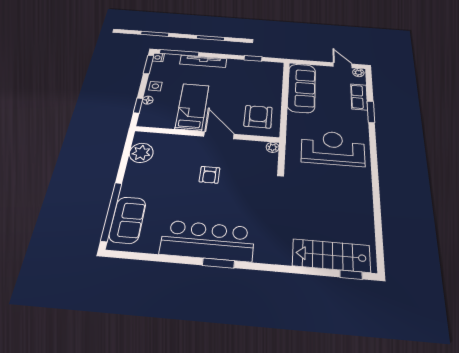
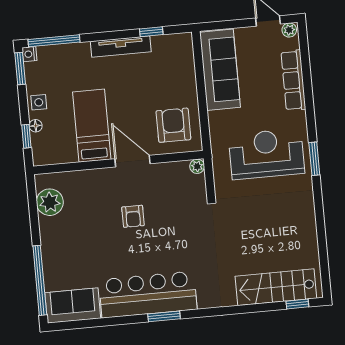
tv unit: (203, 61) -> (121, 46), moved
row of seats: (359, 97) -> (293, 80), width x1.48
window: (371, 112) -> (314, 159), moved
sofa: (128, 220) -> (73, 306), moved, turned -90

